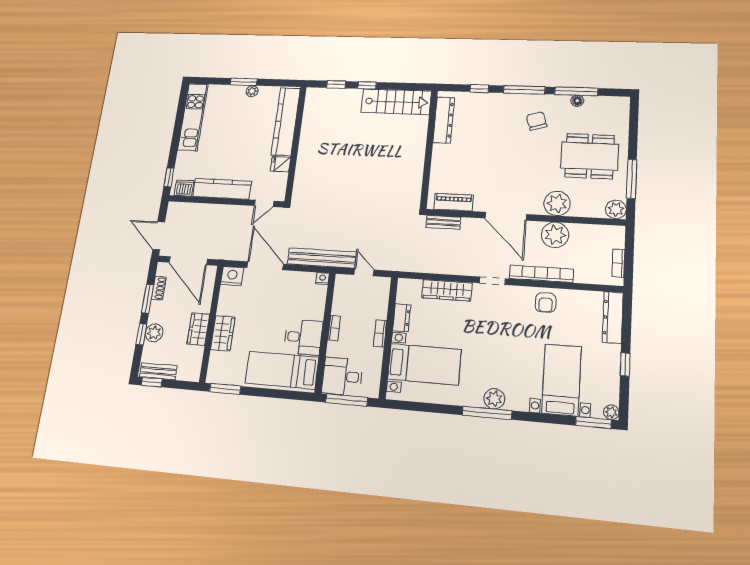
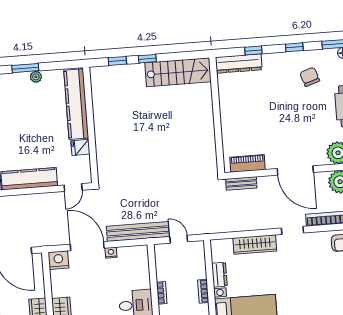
window: (524, 90) -> (294, 47), width x0.46
dresser: (444, 120) -> (239, 64), moved, turned 90
nightstand: (322, 279) -> (111, 253), moved

